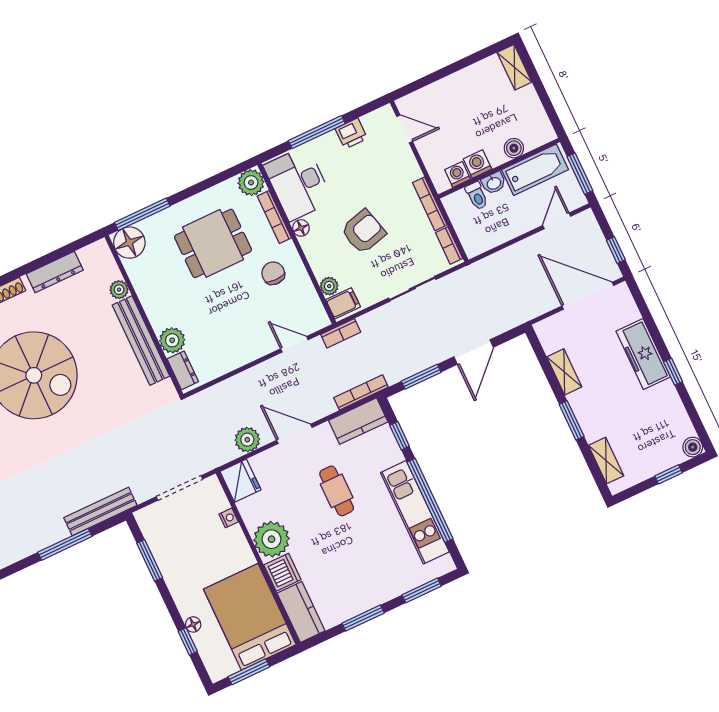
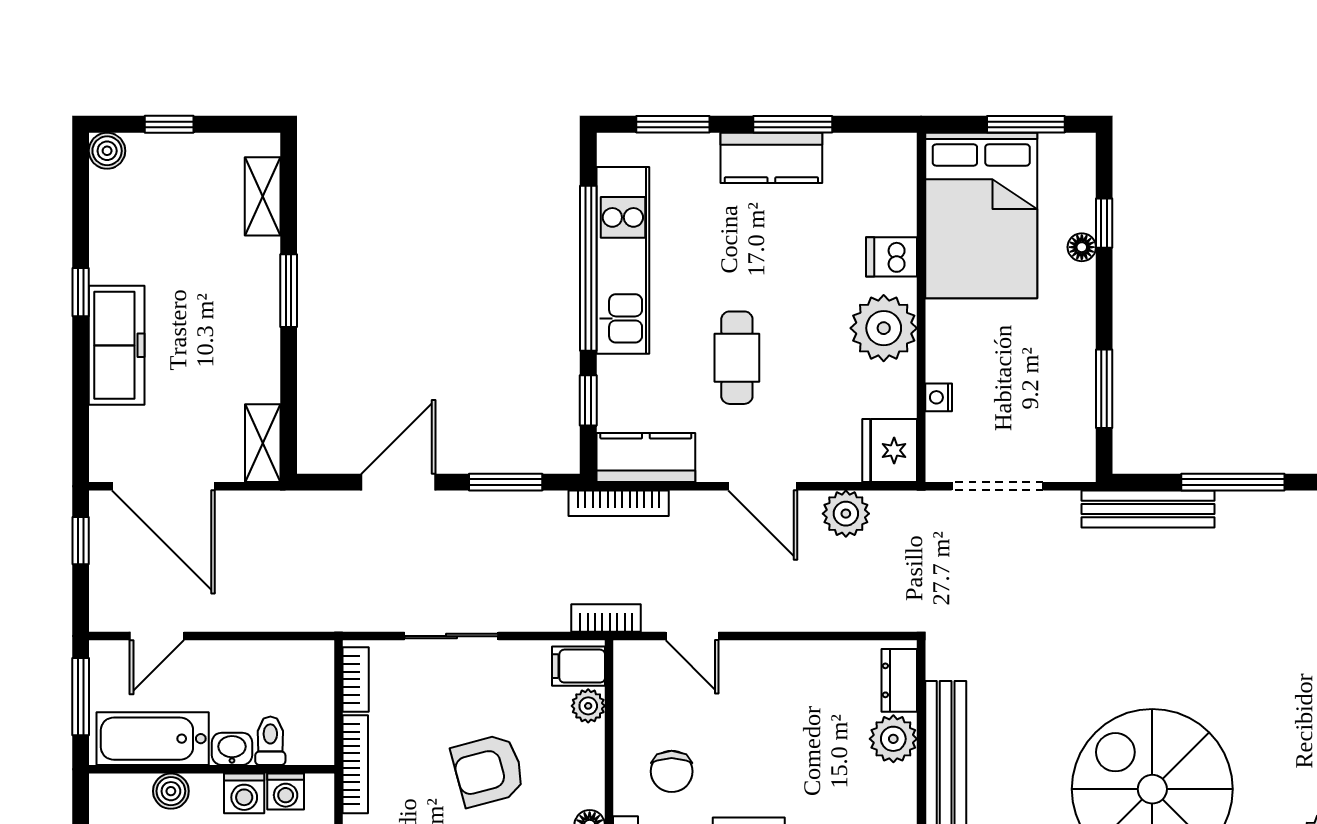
shelving: (564, 372) -> (263, 443), moved
dishwasher: (282, 572) -> (892, 257), width x0.73
kitchen counter: (301, 612) -> (771, 158), moved, turned -90

